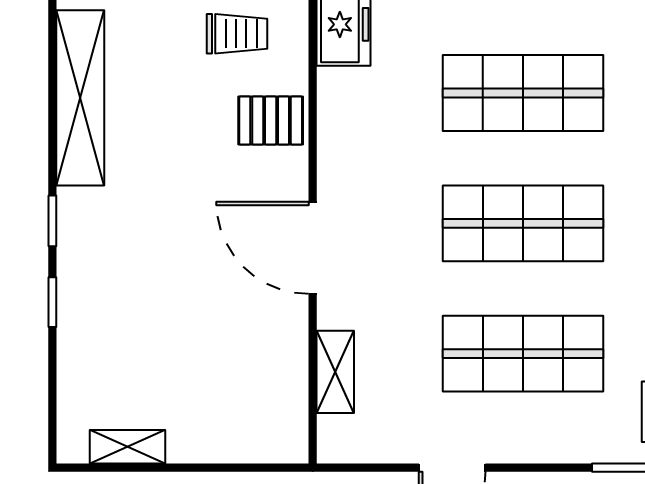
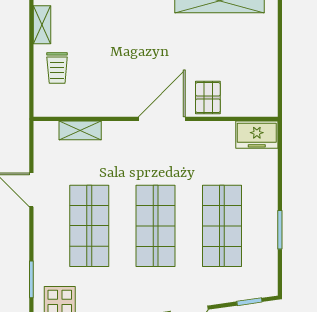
trolley: (237, 34) -> (57, 68), moved
door: (313, 248) -> (162, 119), moved

